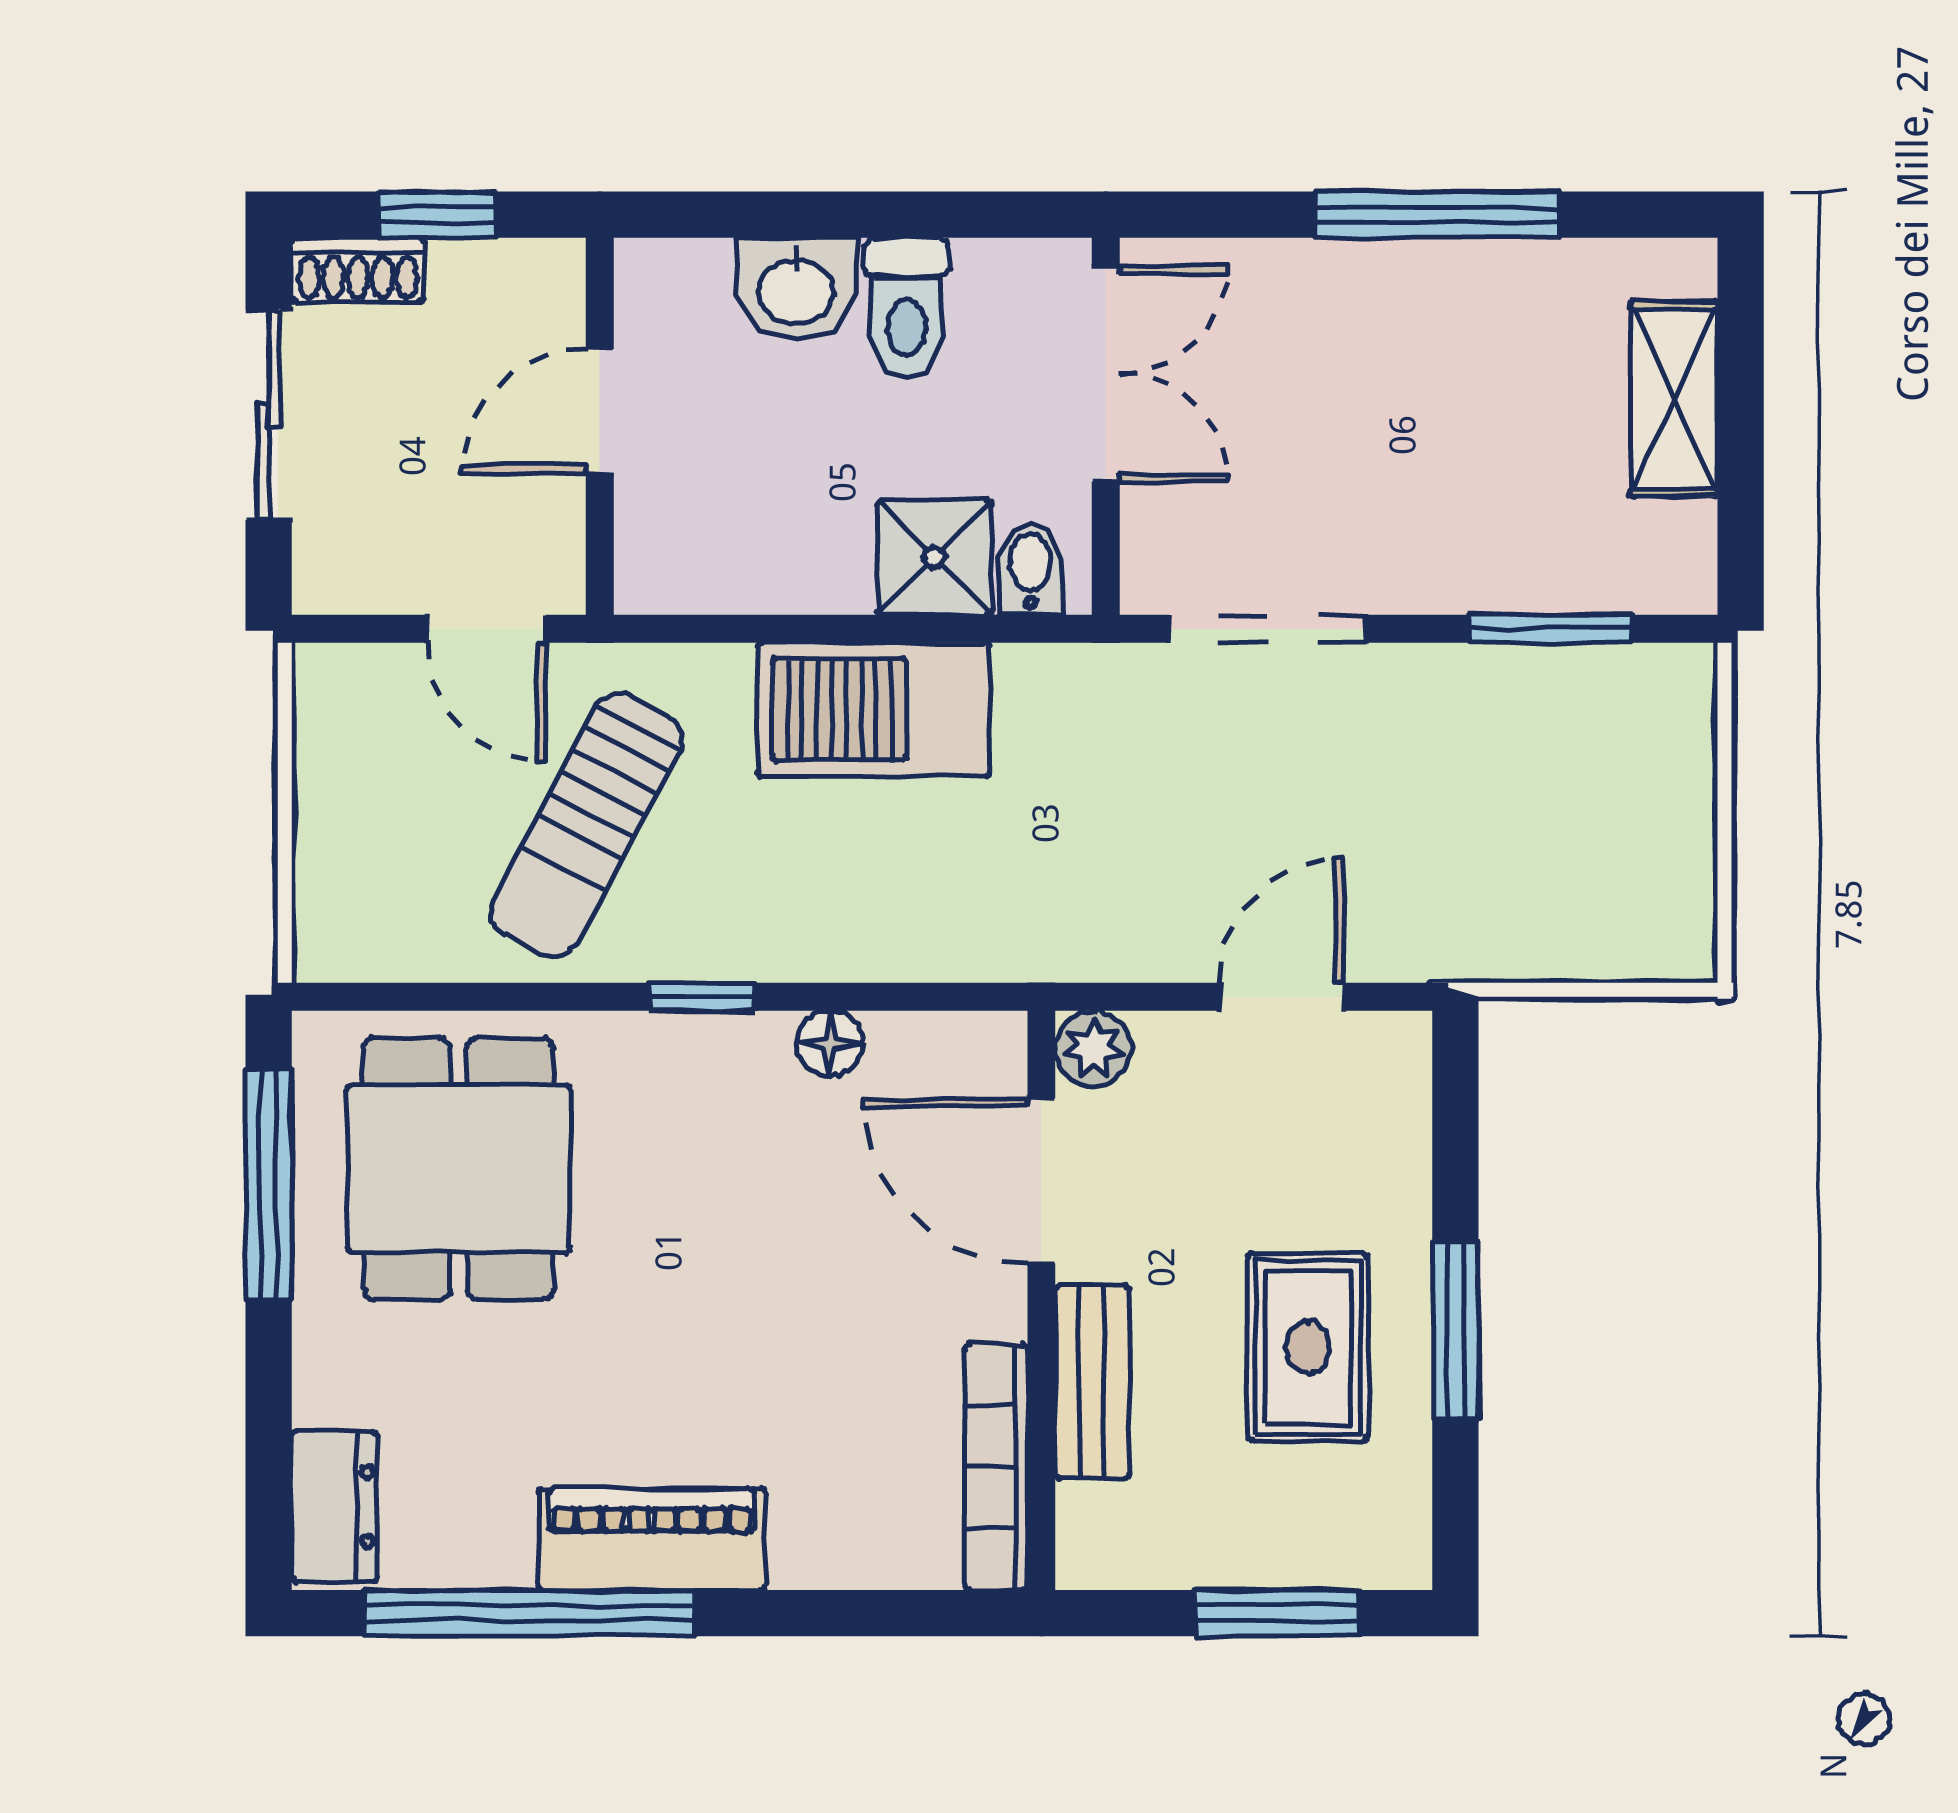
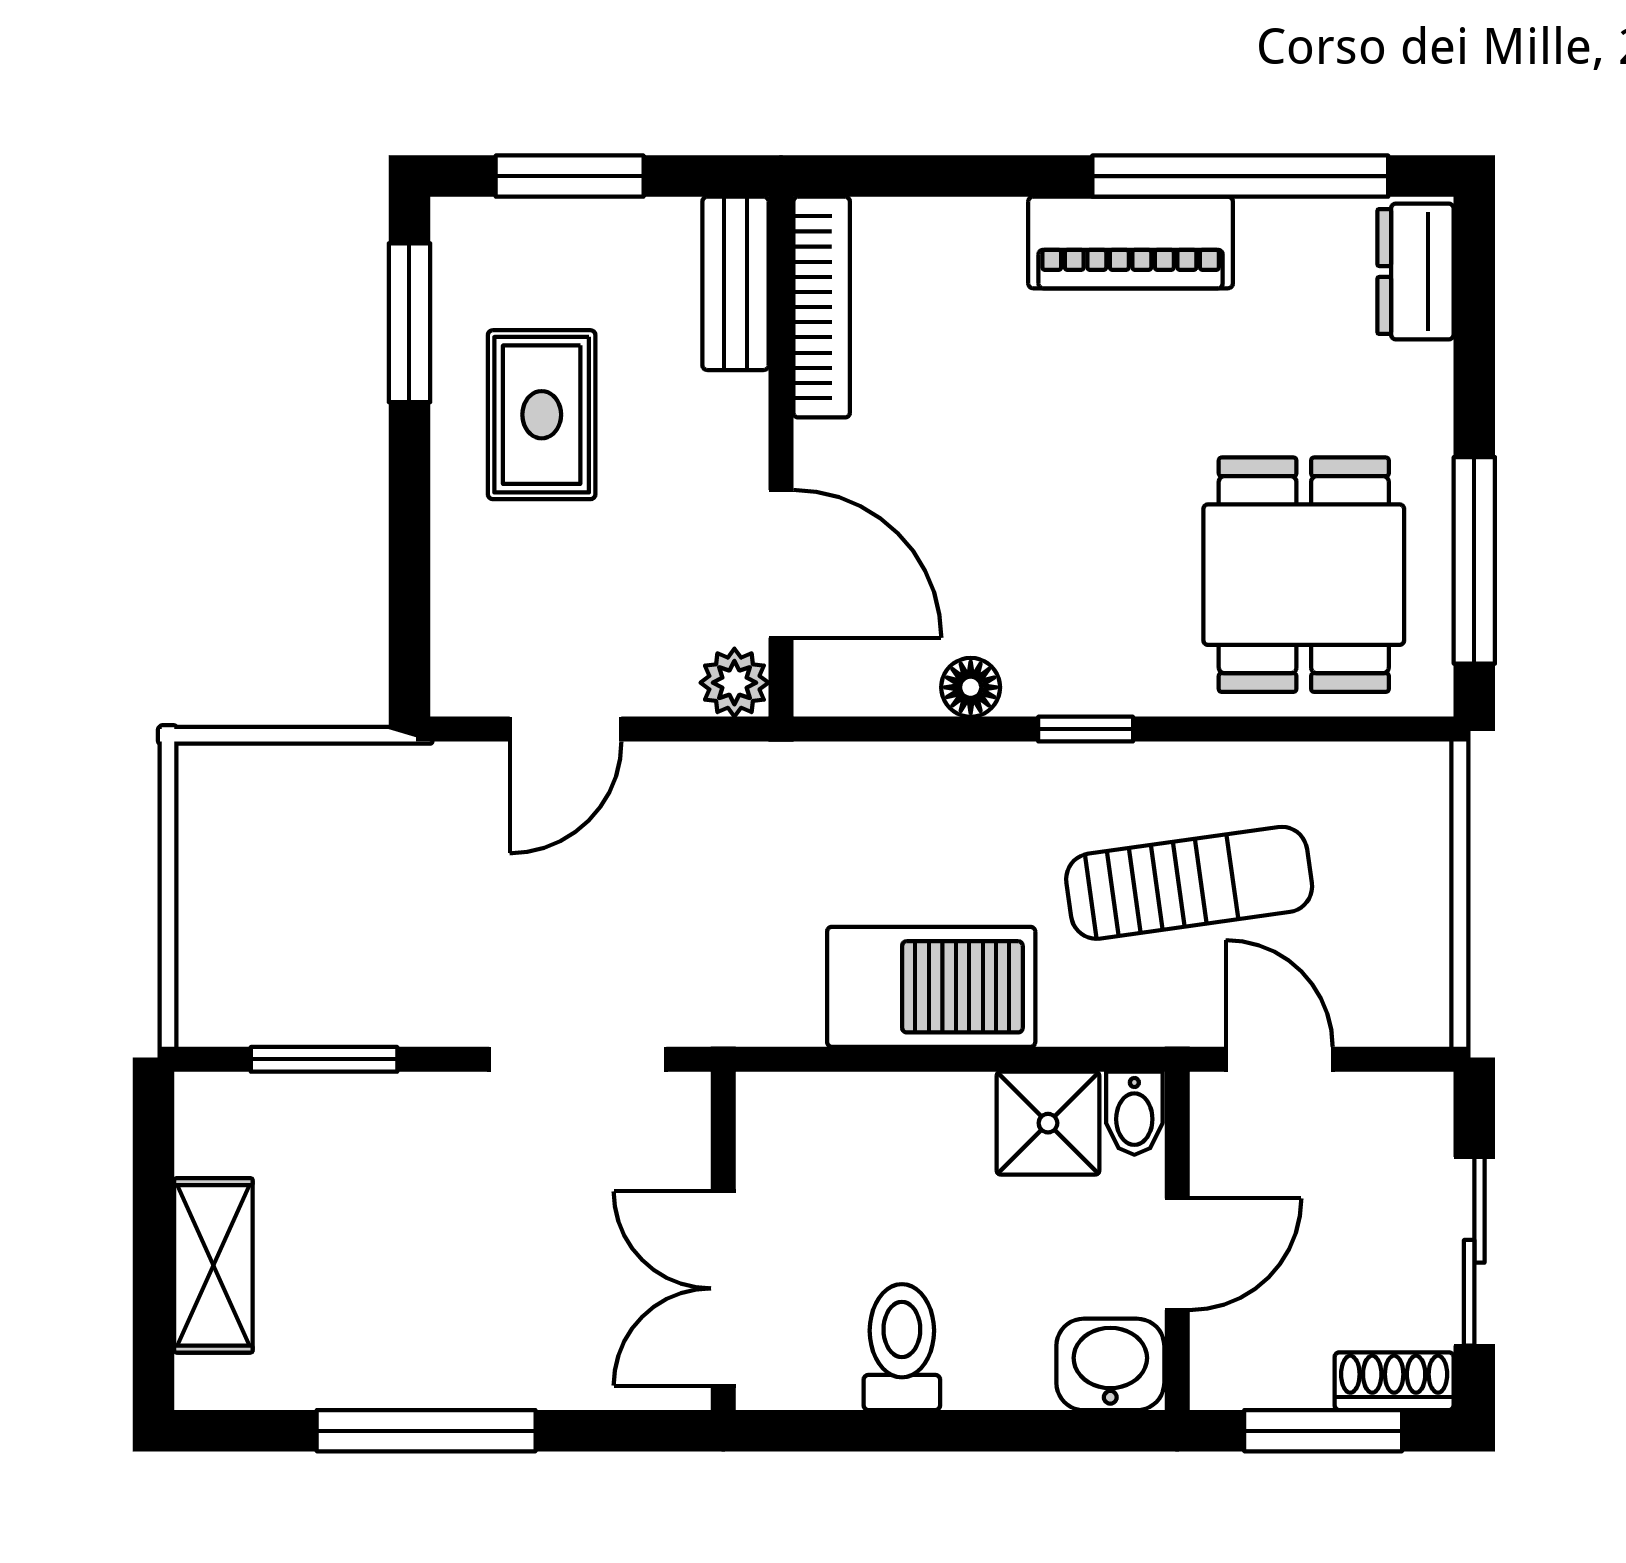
window: (437, 215) -> (1323, 1431), width x1.50
washbasin: (796, 289) -> (1110, 1364), moved
shower: (934, 558) -> (1048, 1123), moved
bidet: (1031, 569) -> (1134, 1113), moved
sun lounger: (586, 825) -> (1189, 883), turned 54
window: (1455, 1331) -> (409, 323), moved
bench: (1092, 1382) -> (735, 283), moved

